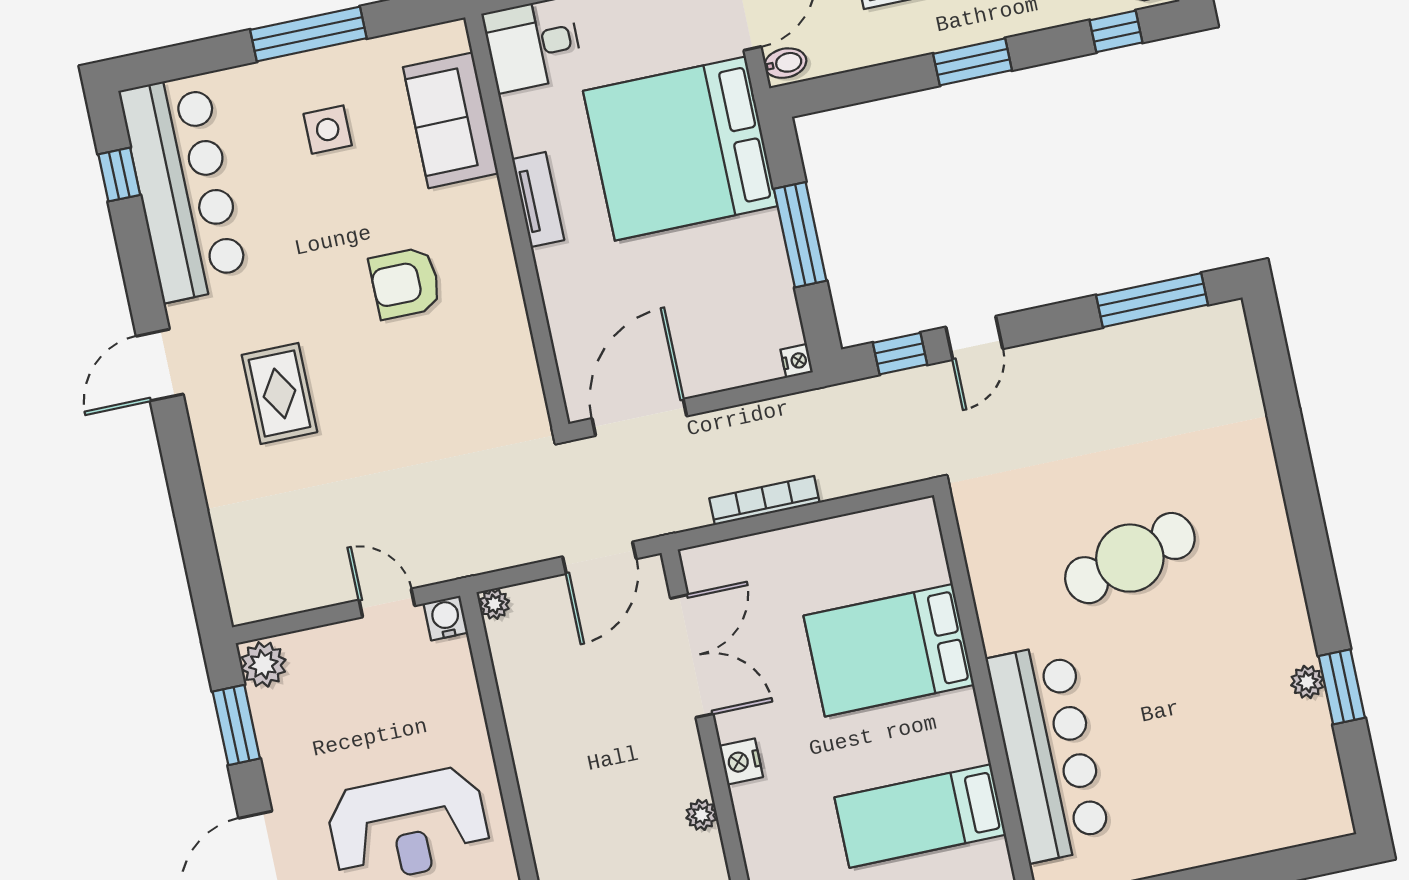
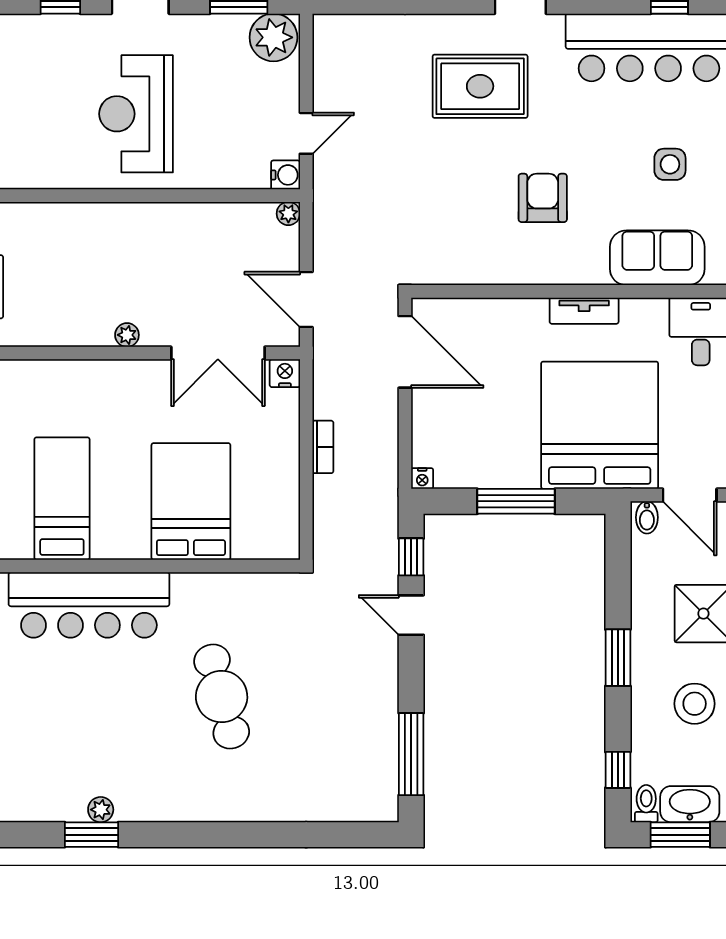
rug: (279, 393) -> (480, 86), width x1.36, depth x1.43
bookcase: (764, 500) -> (323, 447), width x0.64
plant: (263, 664) -> (273, 37), width x1.36, depth x1.36
nightstand: (741, 761) -> (285, 373), moved
plant: (701, 815) -> (127, 335), moved

